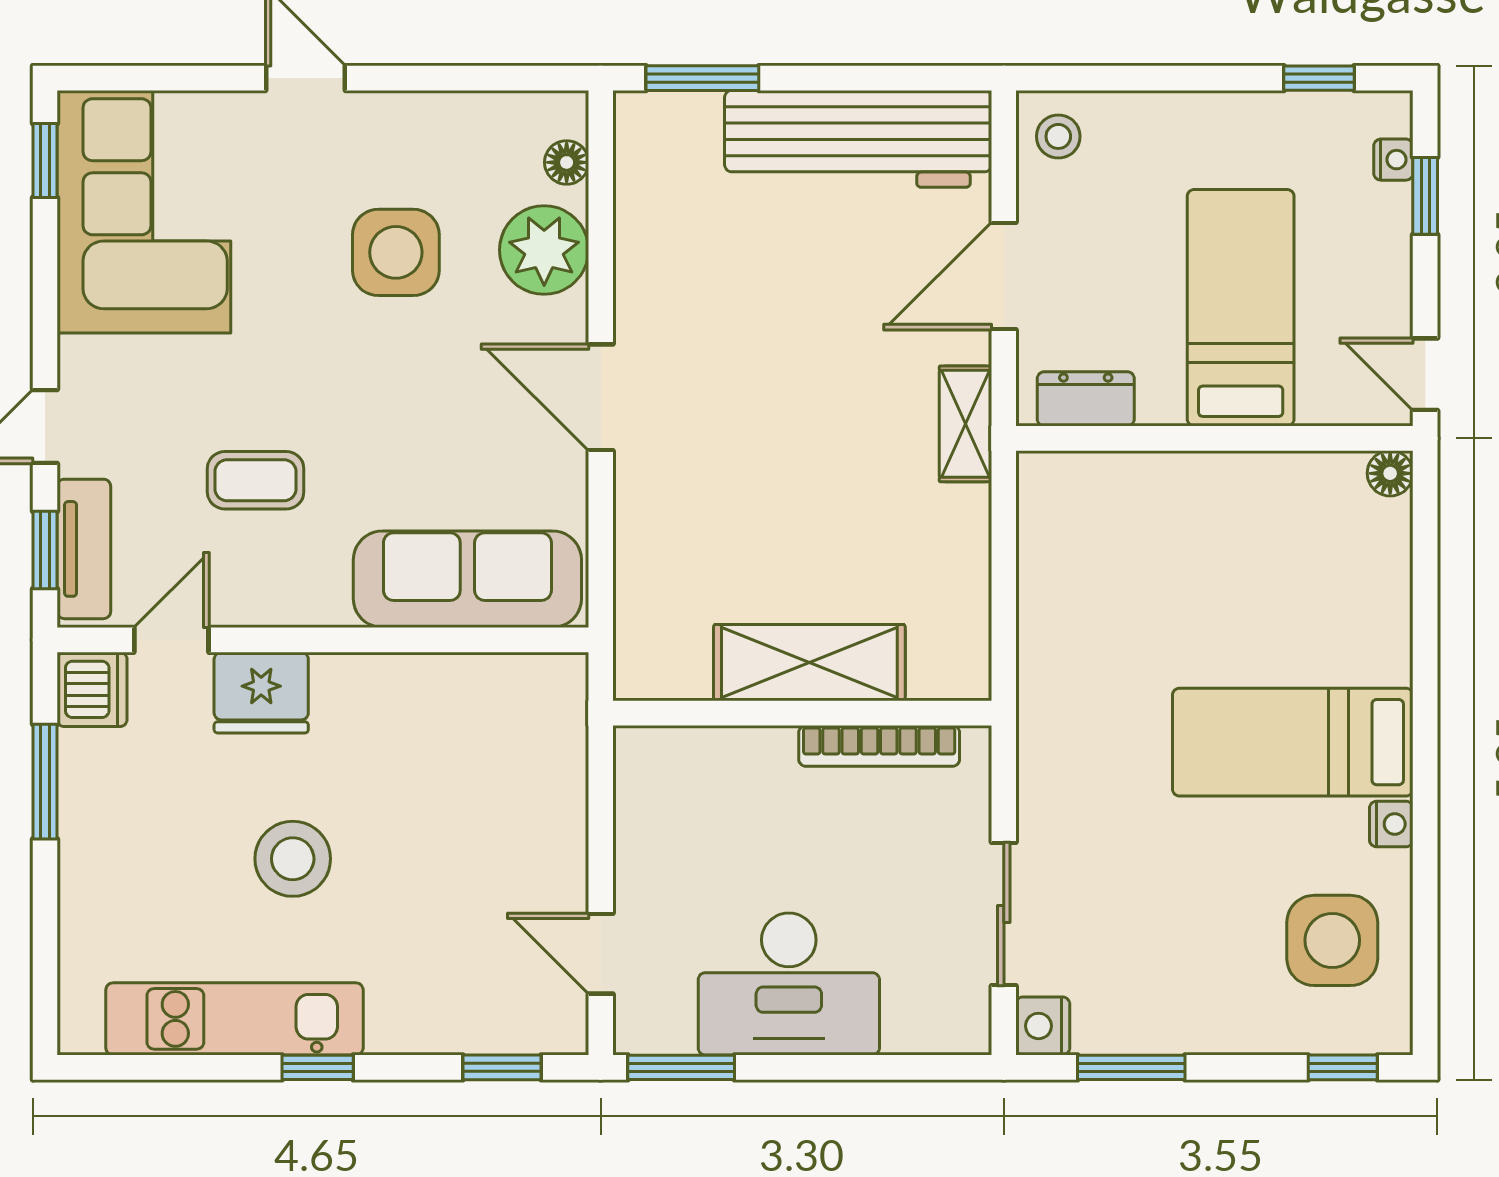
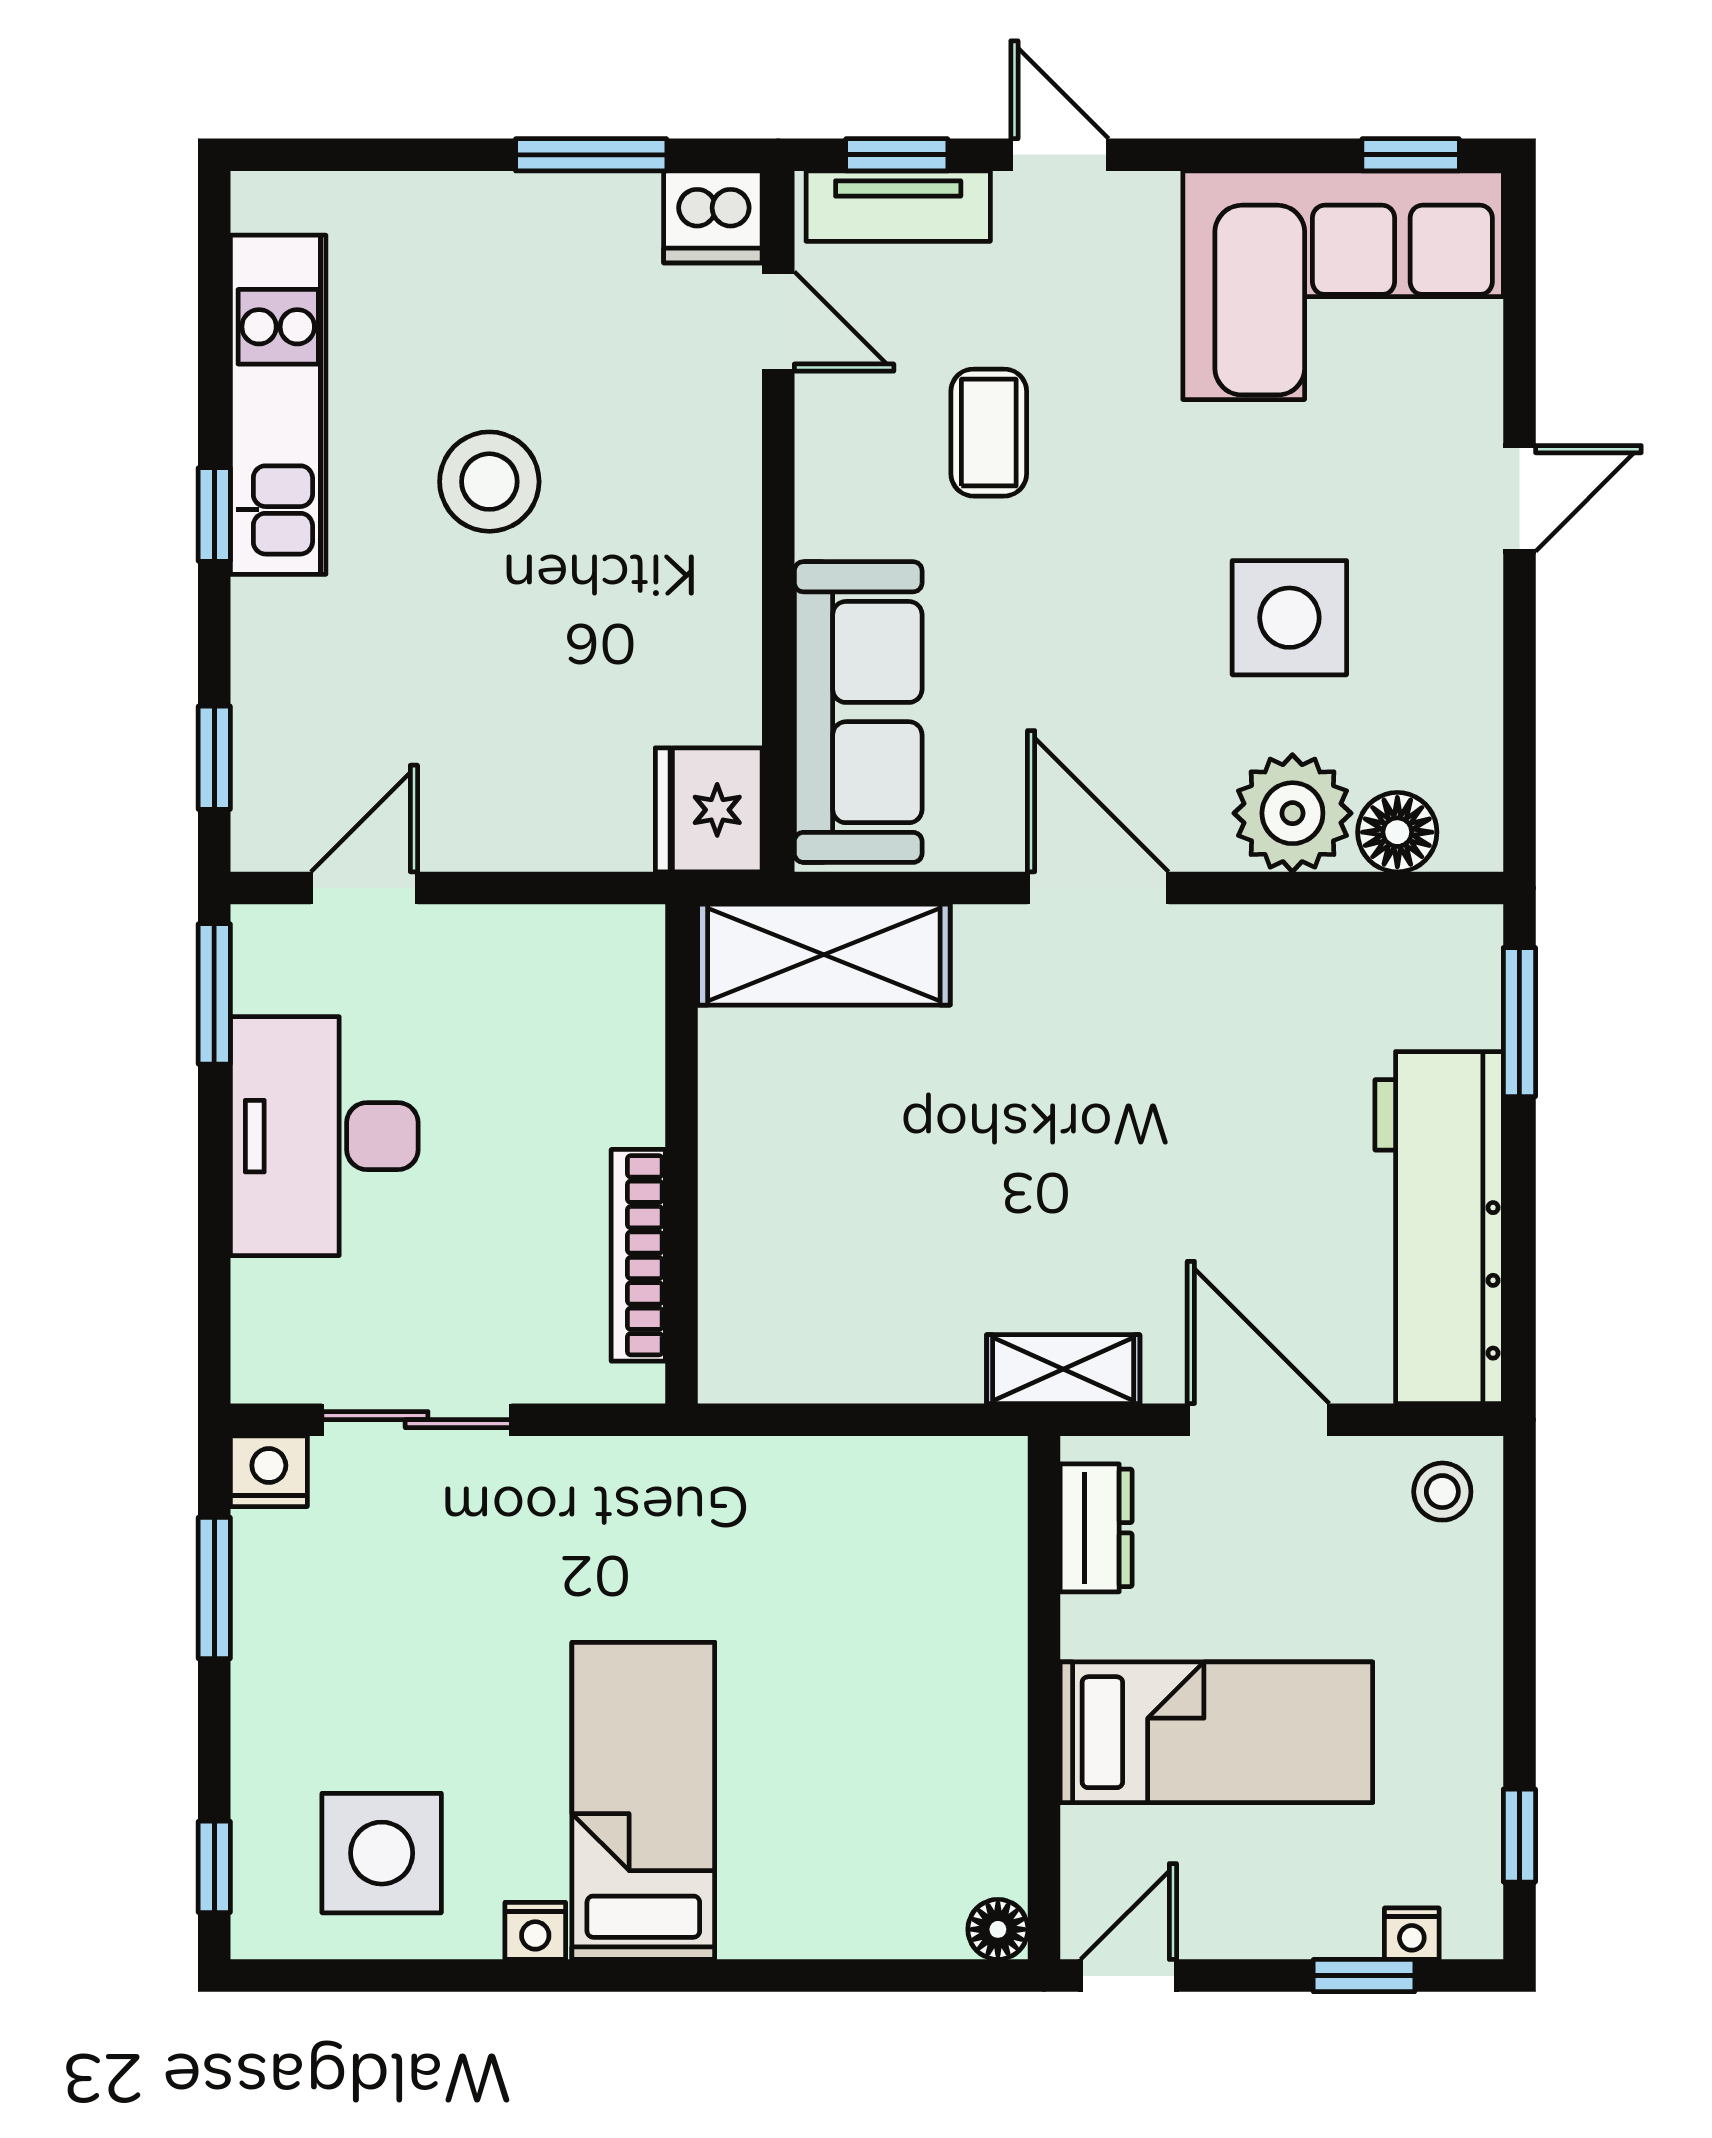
floor lamp: (567, 162) -> (1397, 832), width x1.37, depth x1.37
door: (601, 397) -> (1098, 888), hinge flipped
shelving: (809, 663) -> (824, 955), moved, turned 90
fridge: (261, 693) -> (709, 810), moved

